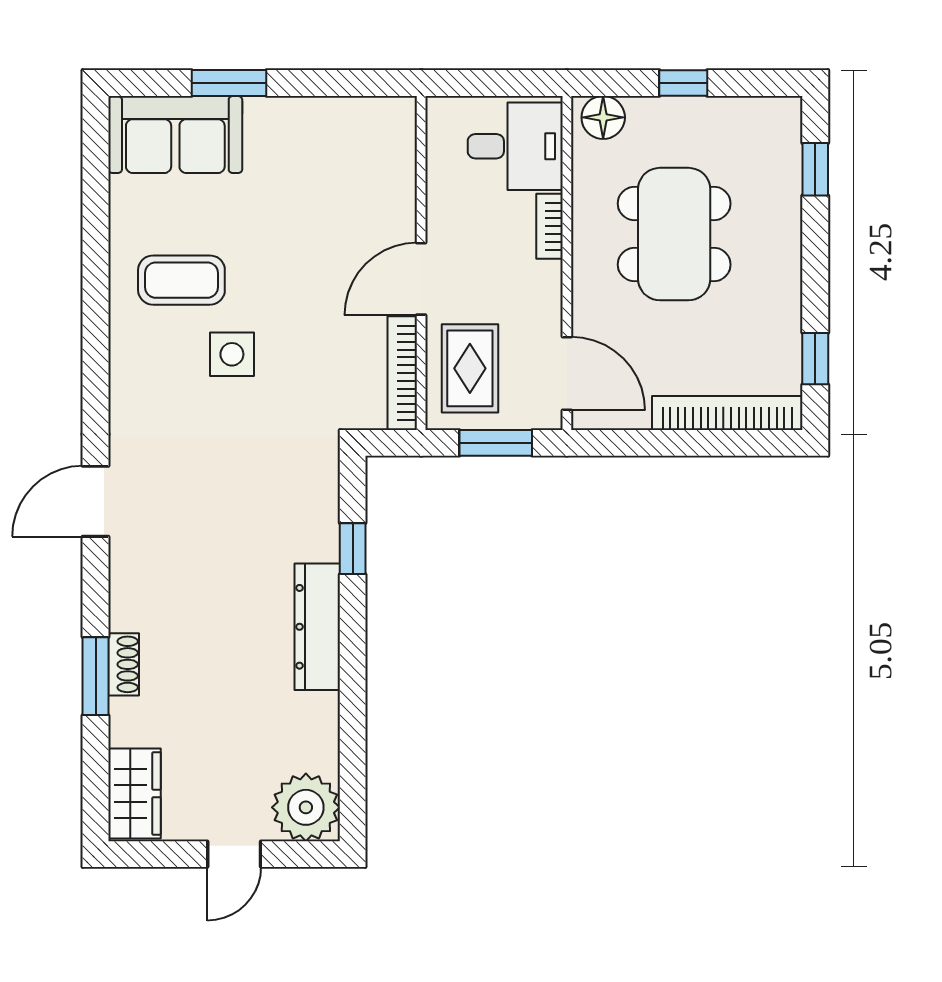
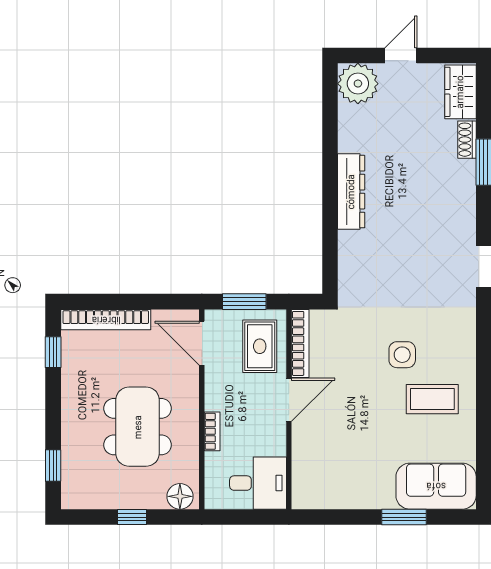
desk: (515, 146) -> (258, 483), moved, turned 180
window: (353, 549) -> (330, 238), removed
shoe rack: (124, 664) -> (467, 140), moved

